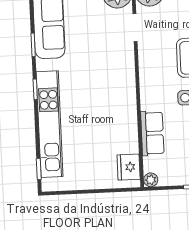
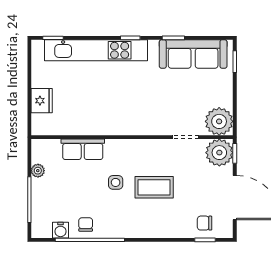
fridge: (129, 167) -> (42, 101), moved, turned 90
plant: (151, 180) -> (38, 171), moved

